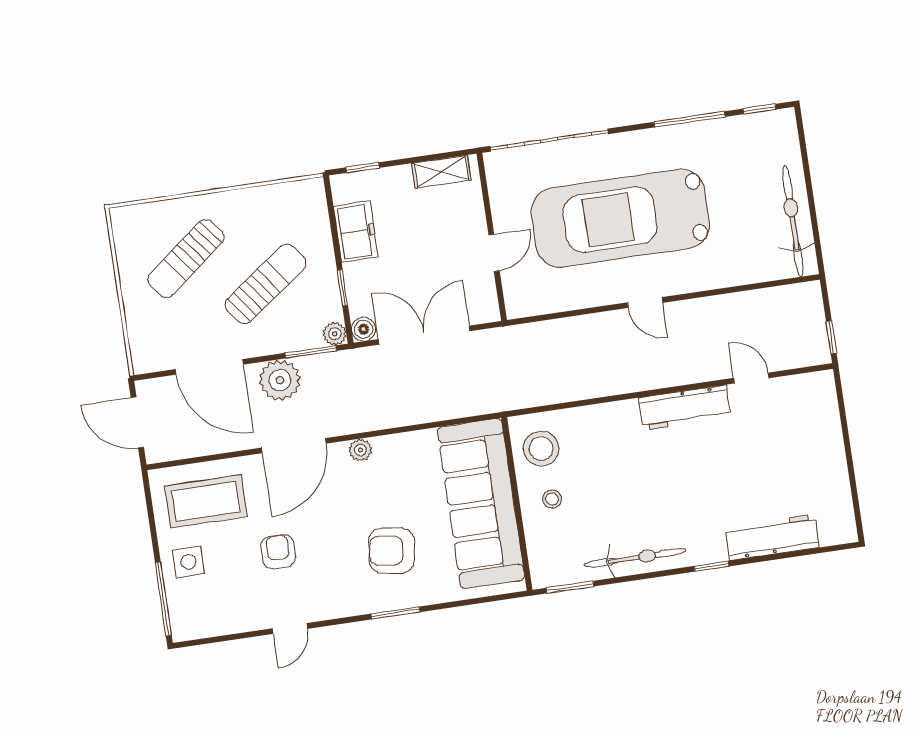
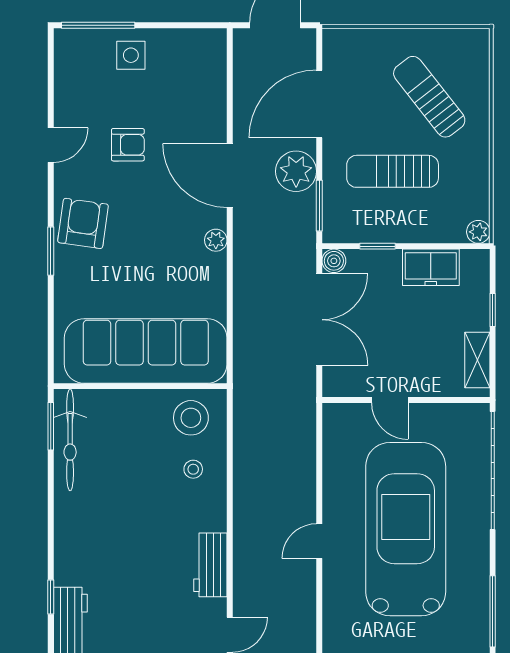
window: (363, 168) -> (493, 310), moved
sun lounger: (266, 284) -> (393, 171), turned 126
plant: (335, 334) -> (478, 232), moved
workbench: (685, 408) -> (210, 565), width x0.73
stool: (552, 499) -> (193, 469), moved
coffee table: (206, 501) -> (188, 81), removed
armchair: (392, 551) -> (83, 223), moved
bicycle: (635, 558) -> (70, 440), moved
window: (712, 566) -> (51, 597), moved
door: (290, 629) -> (51, 145), swing flipped

